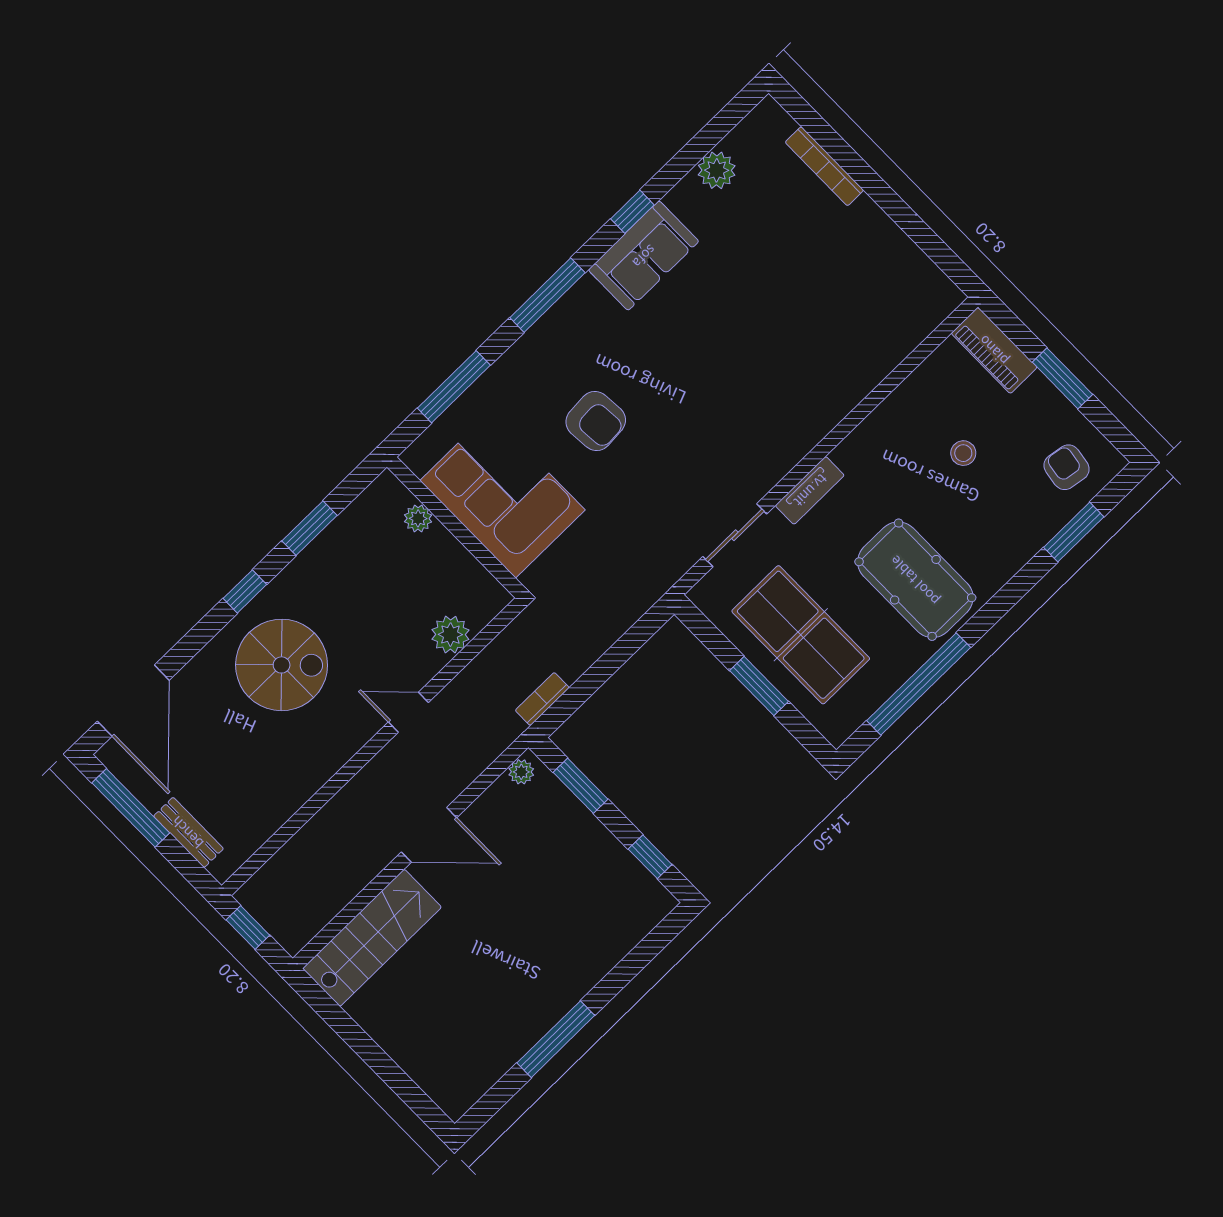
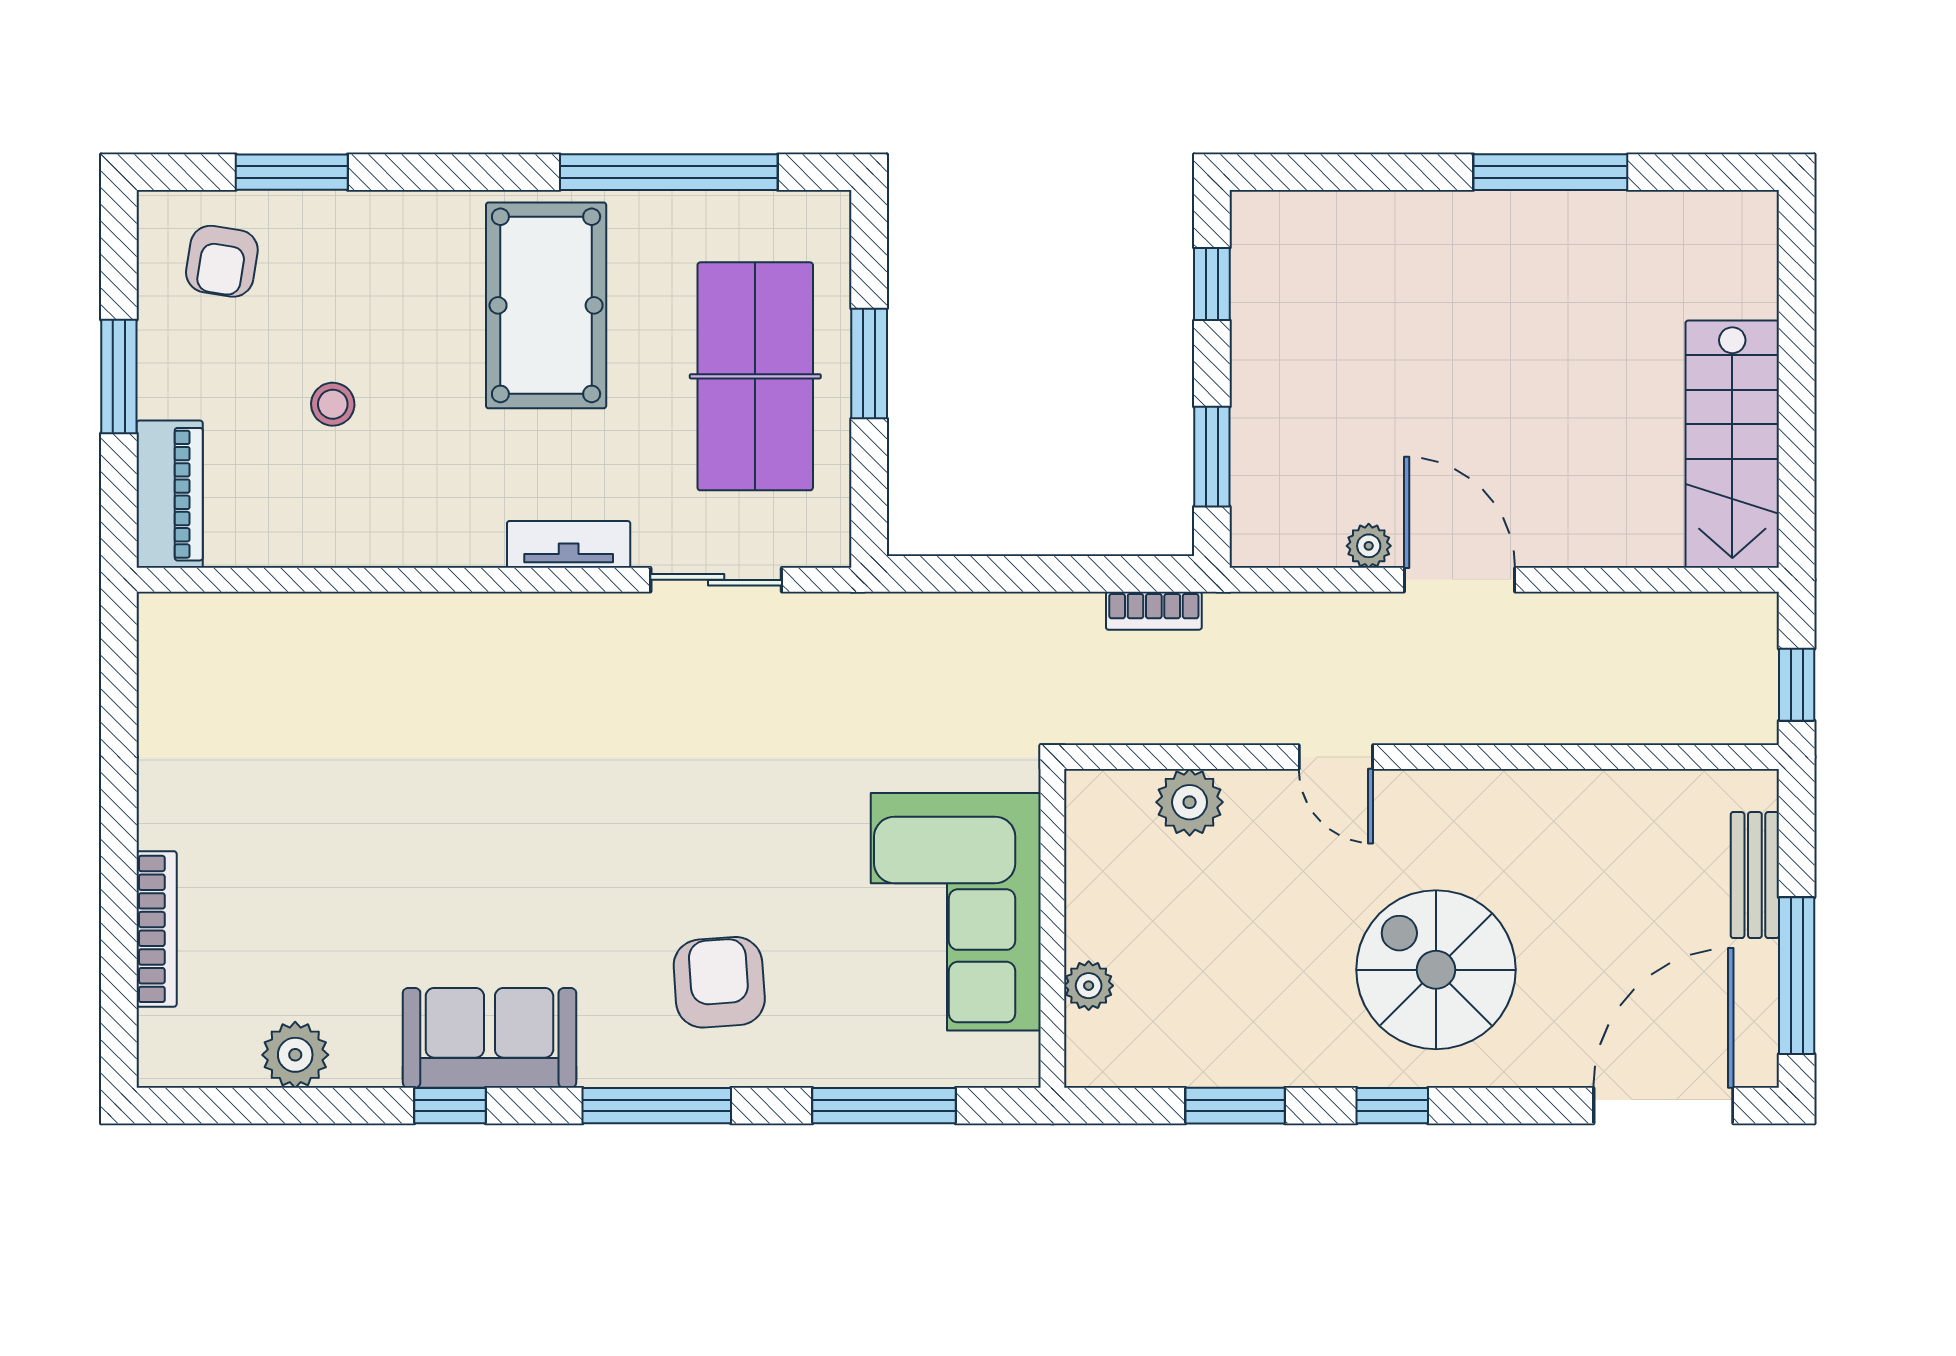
armchair: (596, 421) -> (719, 982), moved
plant: (521, 772) -> (1369, 546), moved
stairs: (372, 938) -> (1732, 444), moved, turned -90

